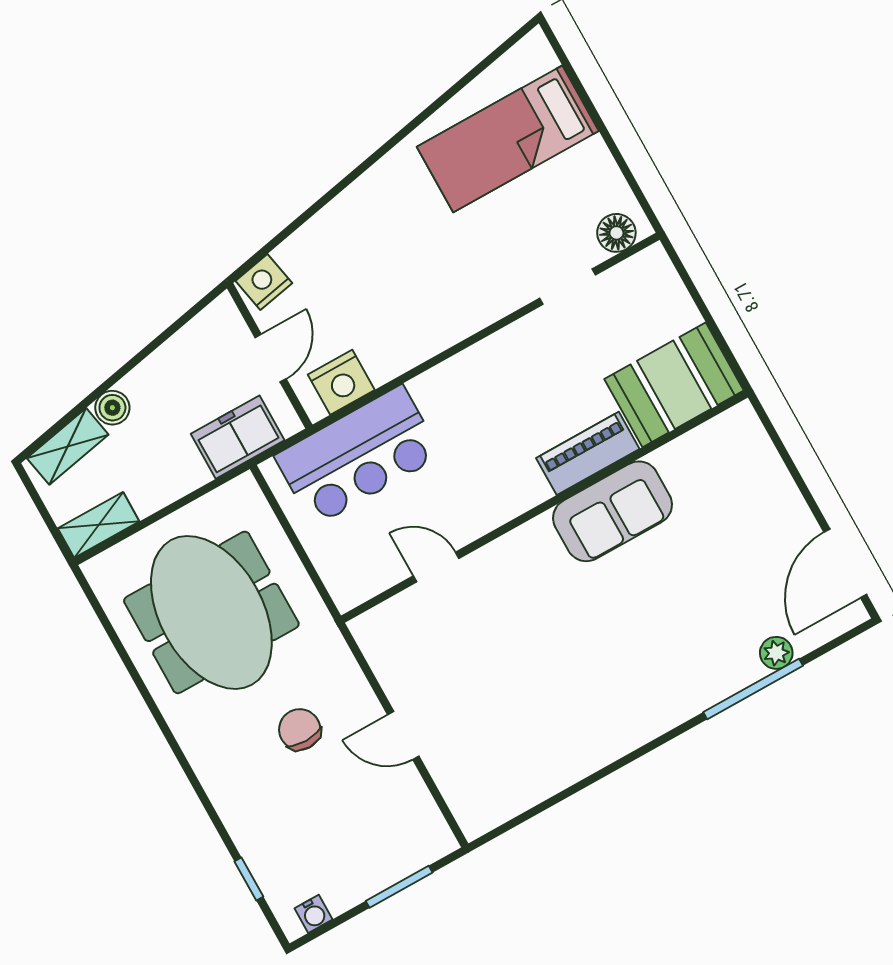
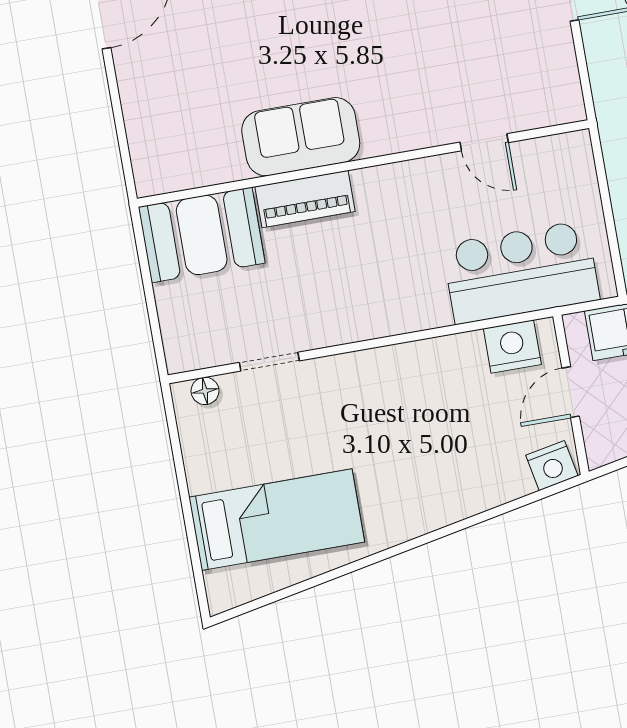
floor lamp: (616, 233) -> (205, 391), width x0.73, depth x0.73

